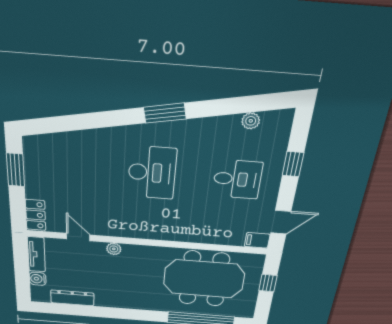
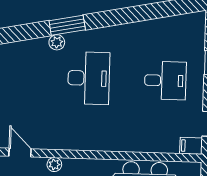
window: (165, 113) -> (67, 25), moved
plant: (251, 121) -> (57, 42), moved

